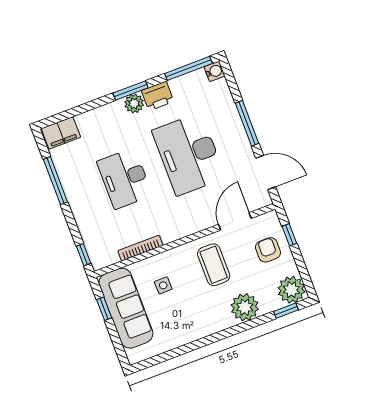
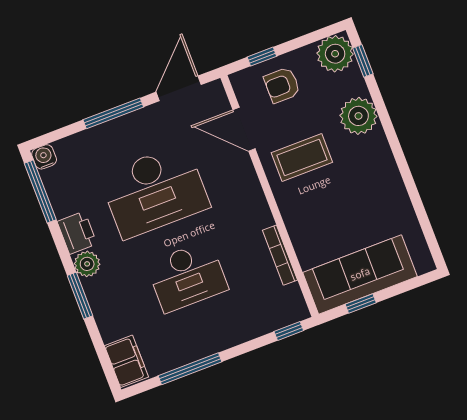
window: (131, 90) -> (80, 296), moved
side table: (163, 285) -> (330, 225), removed

